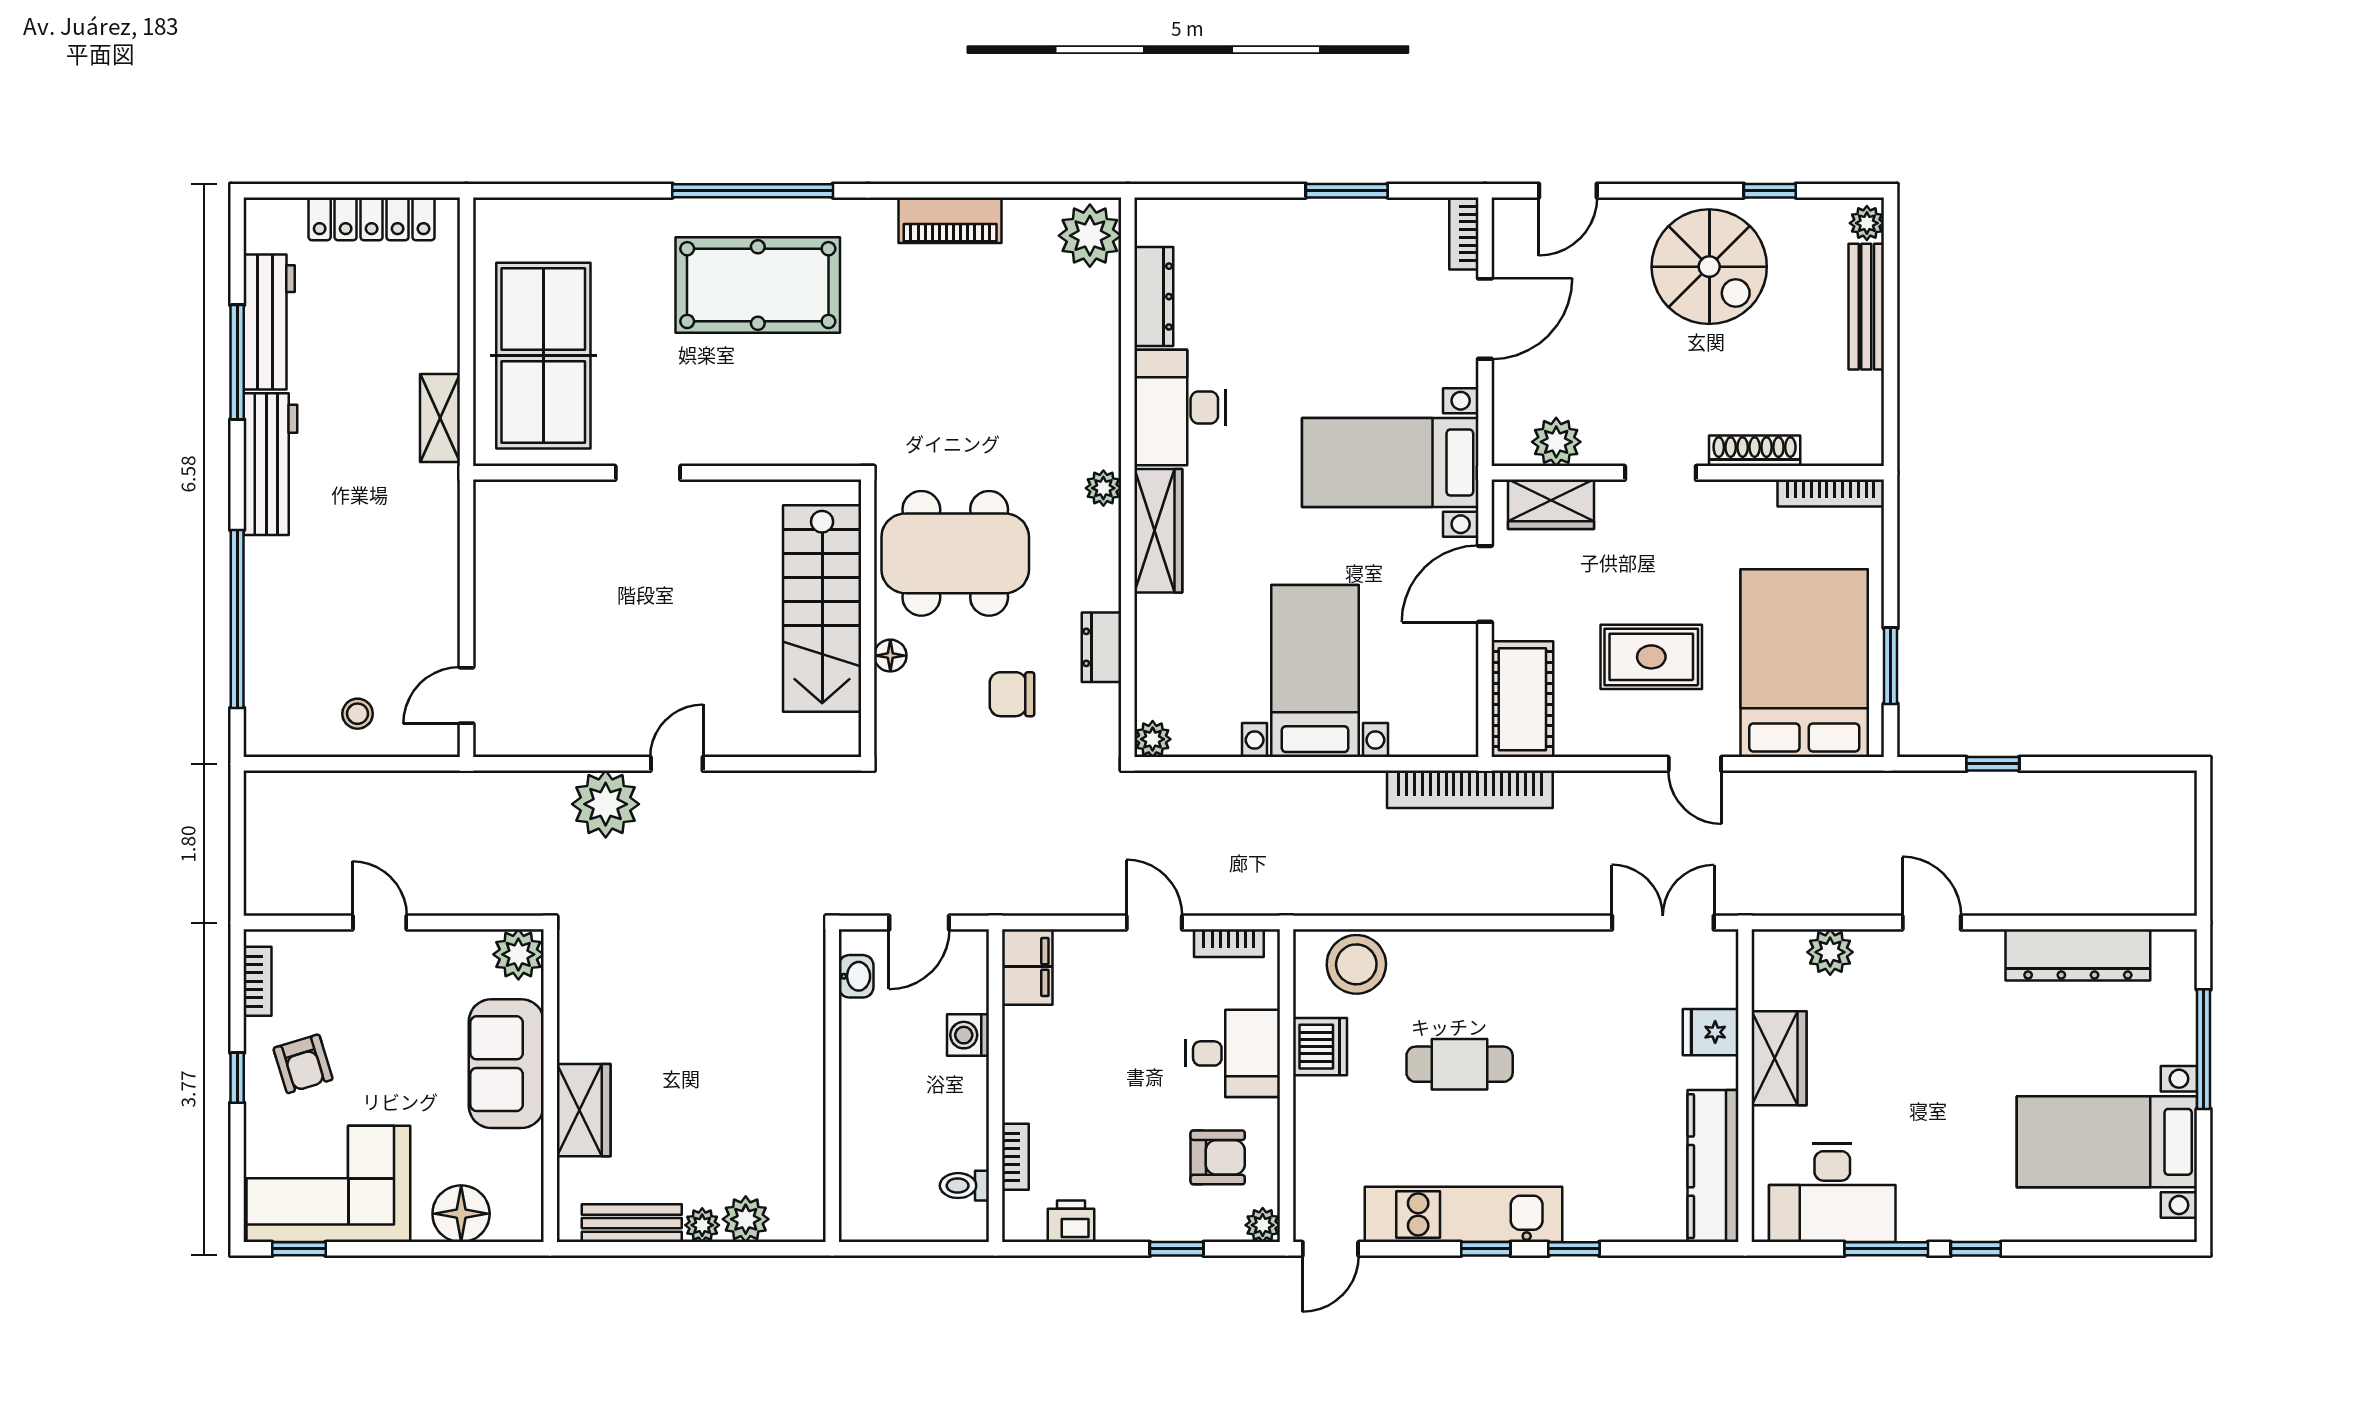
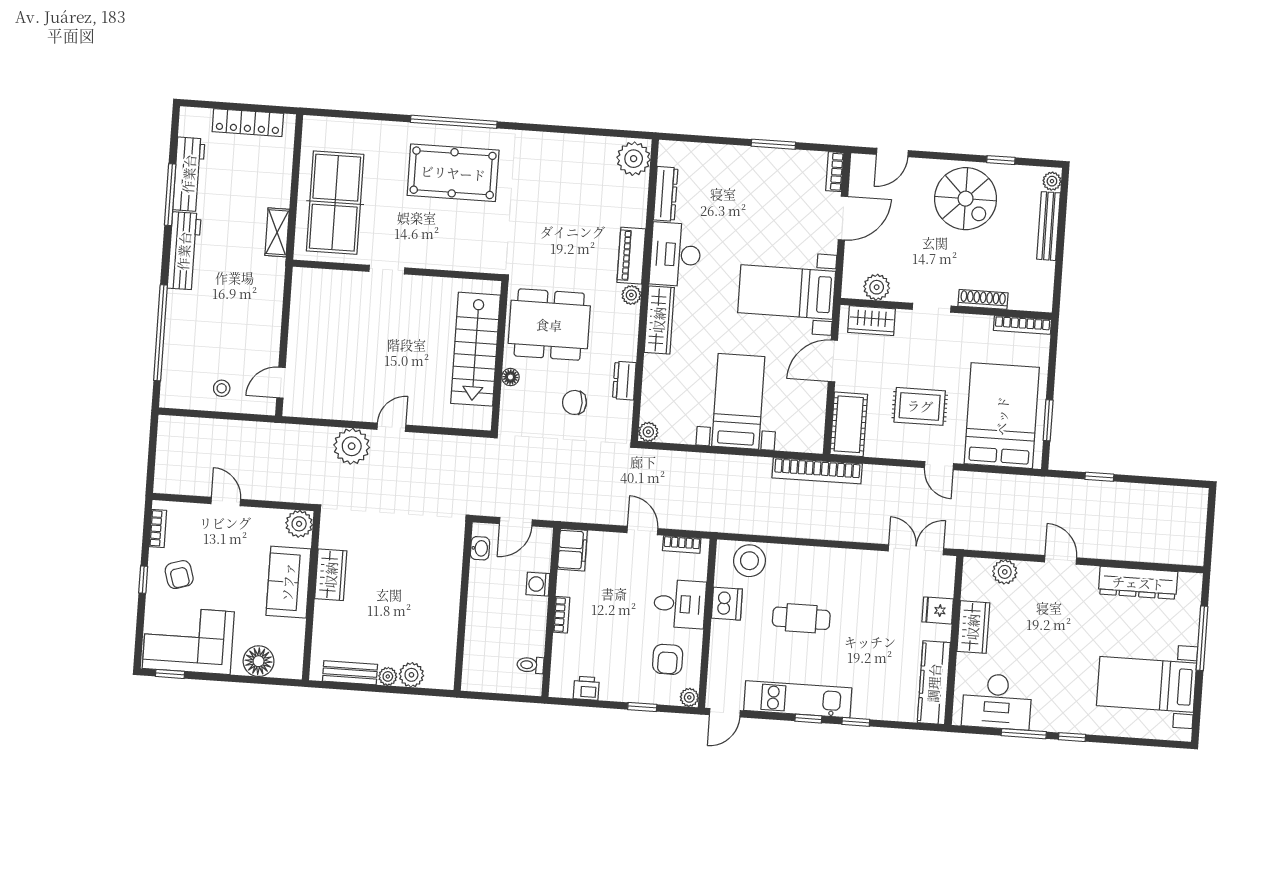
piano: (950, 220) -> (631, 256), moved, turned 90
wardrobe: (584, 1110) -> (331, 575), moved
bookcase: (1015, 1157) -> (561, 615), moved
armchair: (1218, 1157) -> (668, 659), turned 90

